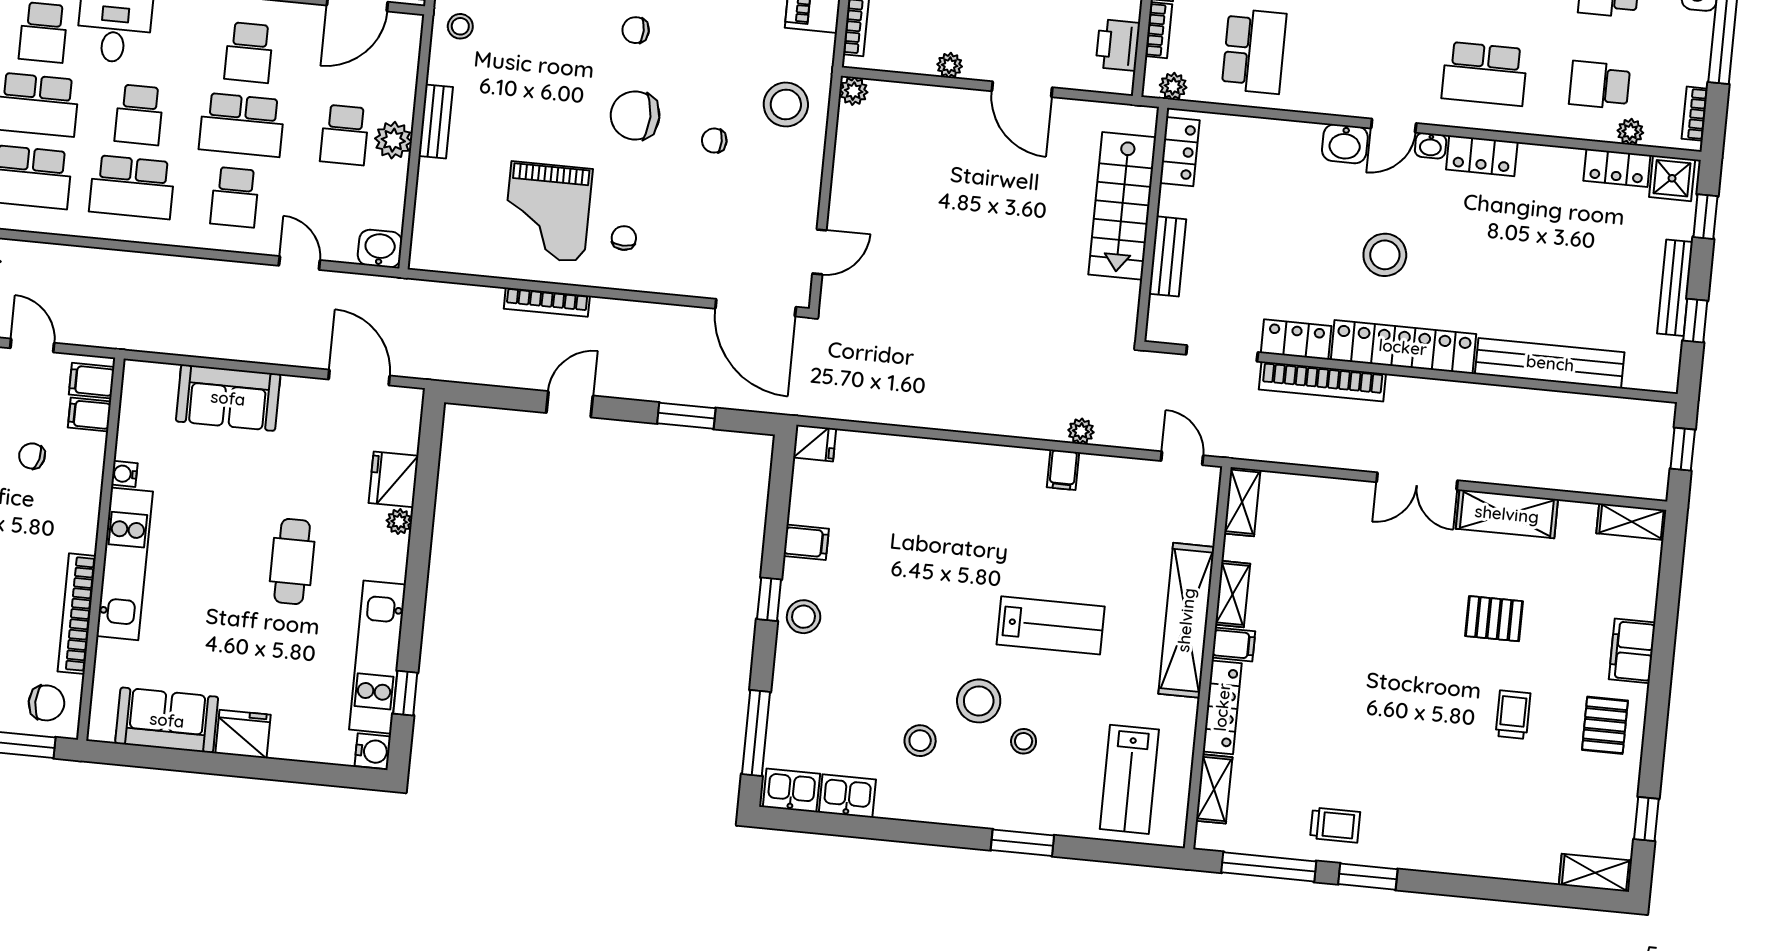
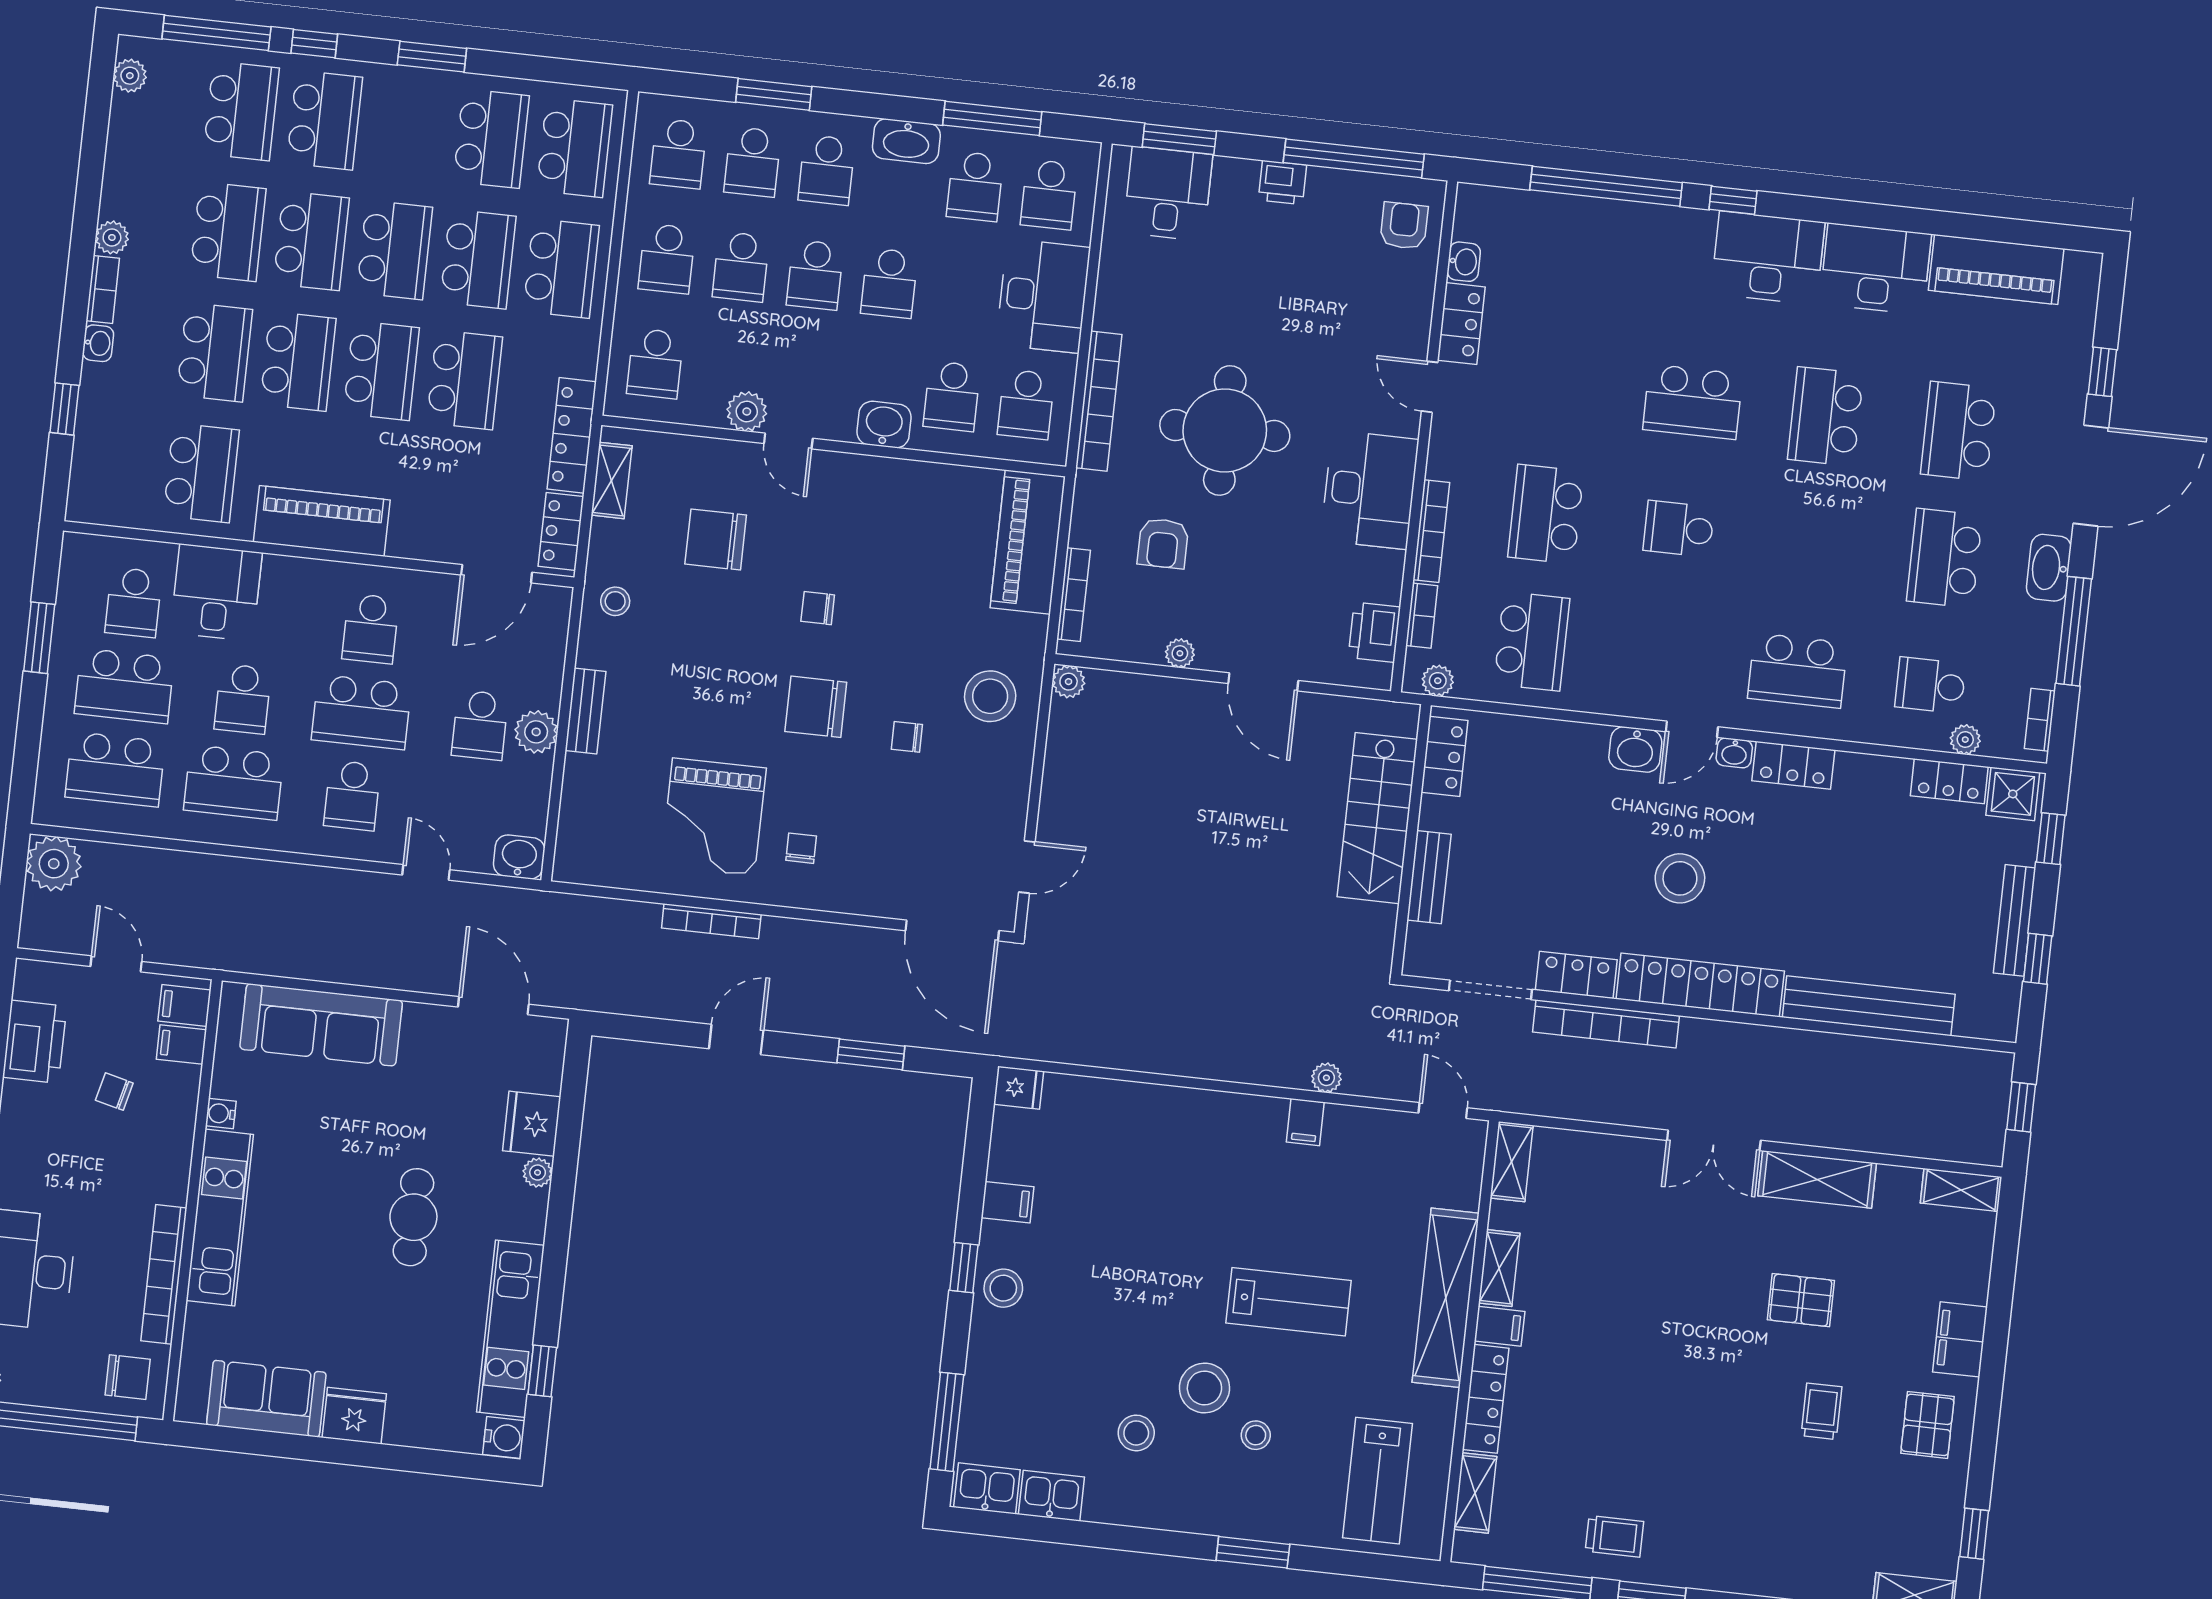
sofa: (228, 398) -> (321, 1025), width x1.36

